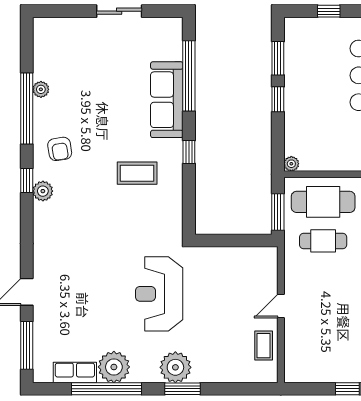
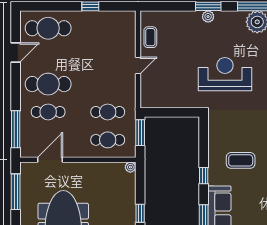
cafe table: (323, 202) -> (108, 140), width x0.73, depth x0.74
reception desk: (159, 294) -> (225, 74), turned -90
plant: (175, 367) -> (208, 17), width x0.53, depth x0.53

